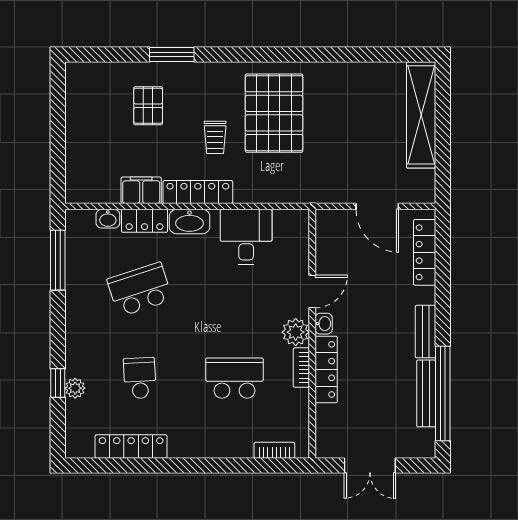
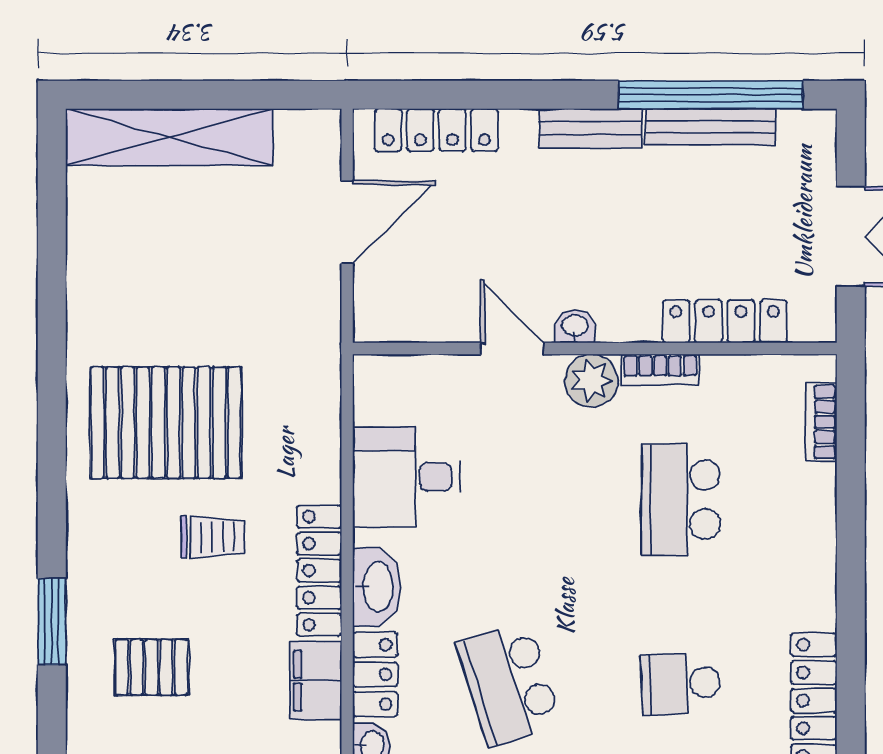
locker: (326, 369) -> (725, 321), moved

